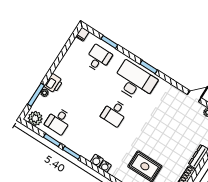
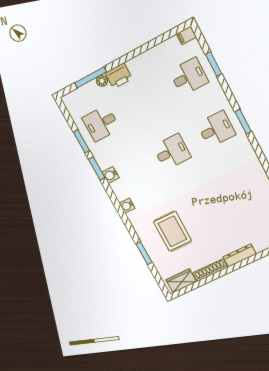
desk: (134, 82) -> (216, 129), width x0.53, depth x0.77
desk: (114, 113) -> (172, 152), turned 180
plant: (35, 118) -> (75, 105), removed
water cooler: (97, 161) -> (110, 175), moved

